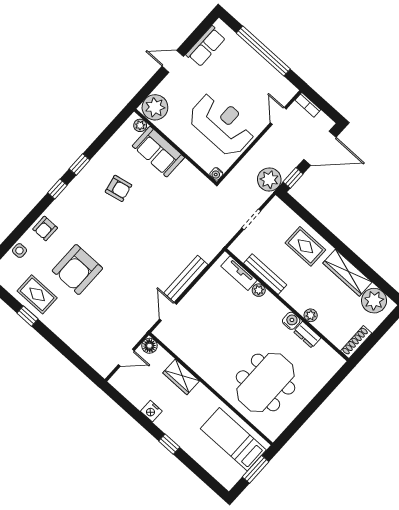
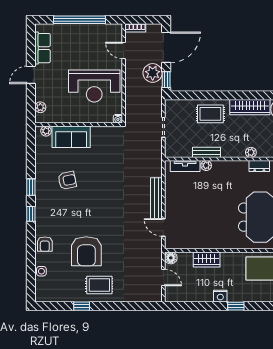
plant: (155, 107) -> (40, 107), width x0.53, depth x0.53
reception desk: (222, 124) -> (94, 86), turned 180
plant: (269, 180) -> (153, 73), moved
bench: (265, 274) -> (206, 152), width x0.73
rug: (37, 294) -> (99, 285), moved
water cooler: (291, 321) -> (242, 166), removed
door: (126, 358) -> (163, 278), hinge flipped
nightstand: (151, 411) -> (220, 296), moved

